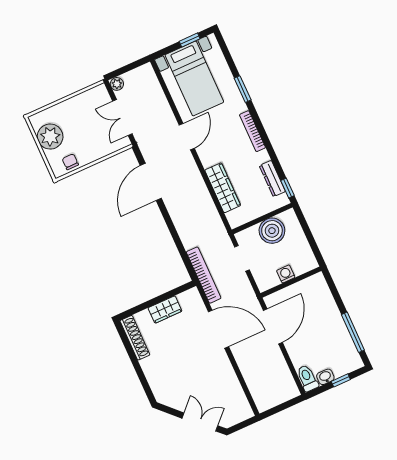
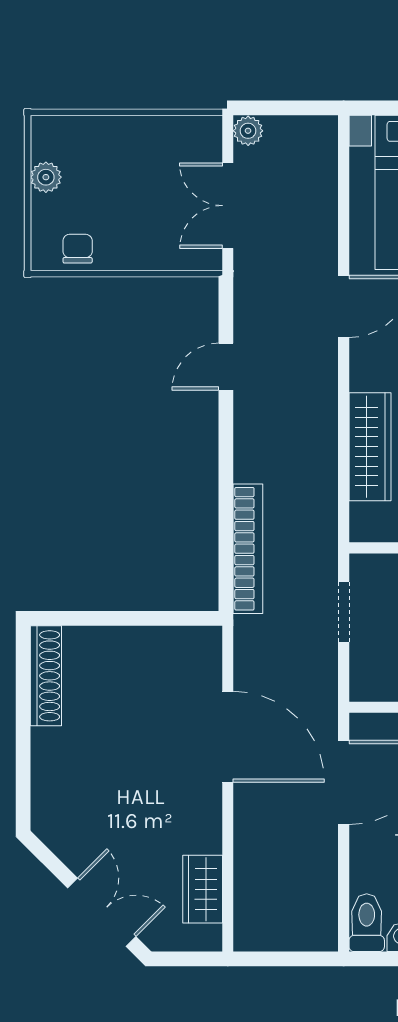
plant: (50, 137) -> (46, 177), width x0.53, depth x0.53
door: (151, 182) -> (226, 367), width x0.53
bookcase: (204, 275) -> (248, 549), moved
wardrobe: (165, 310) -> (203, 889), moved, turned 90

